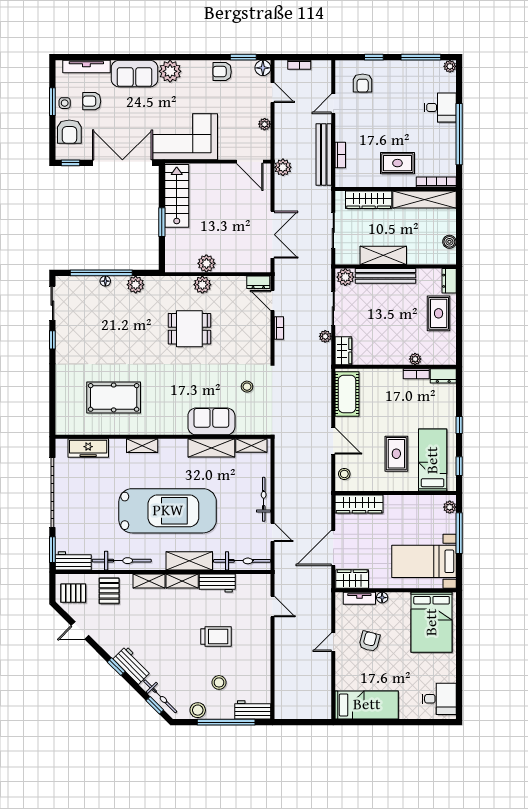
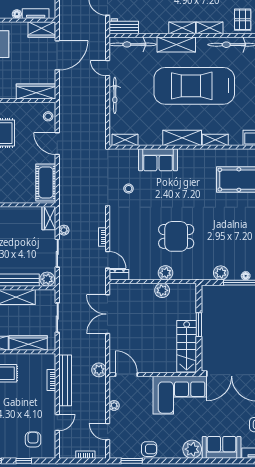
floor lamp: (263, 68) -> (115, 452), removed
shelving: (211, 448) -> (182, 138), moved
workbench: (217, 583) -> (124, 26), moved

